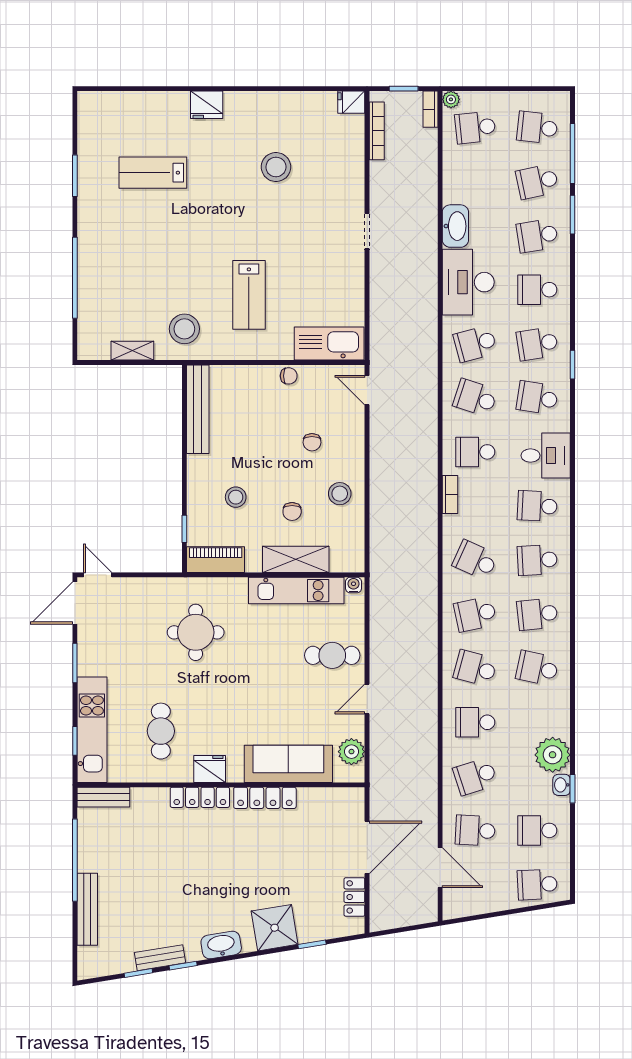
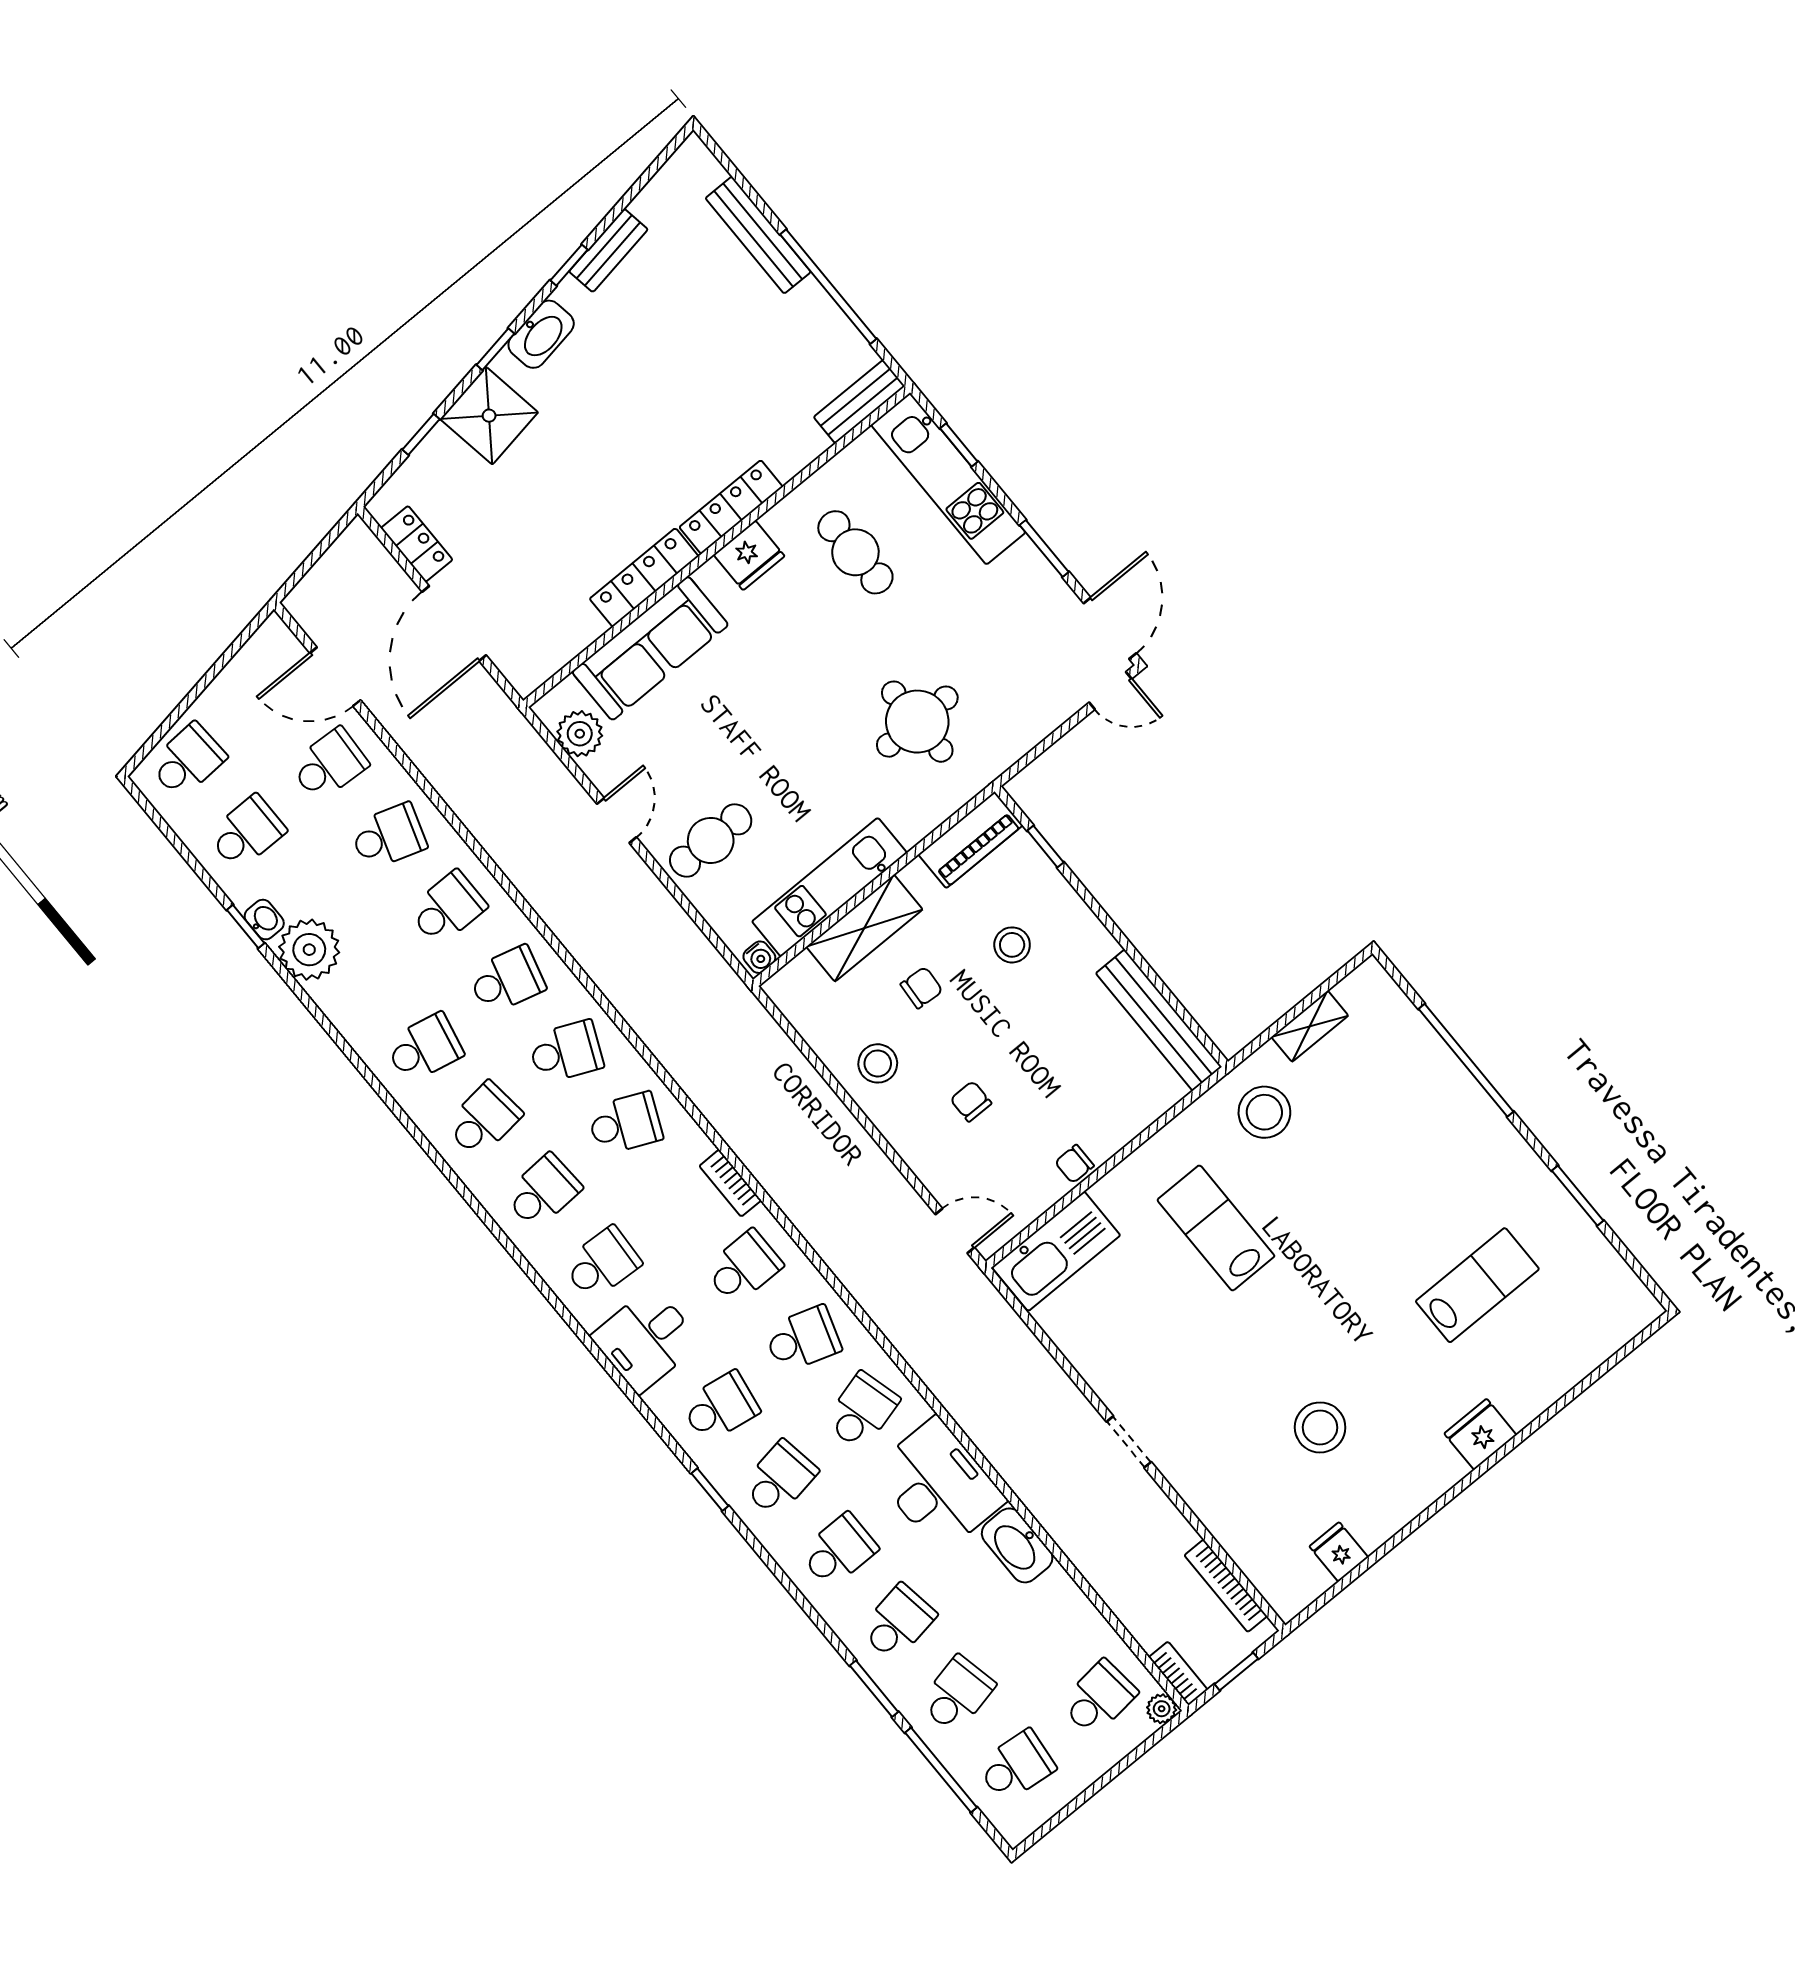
fridge: (351, 102) -> (1339, 1552), moved, turned -90
chair: (292, 511) -> (922, 988), turned 94
school desk: (475, 614) -> (566, 1052), turned 36
school desk: (475, 776) -> (388, 836), turned 36
window: (138, 973) -> (495, 349), moved

